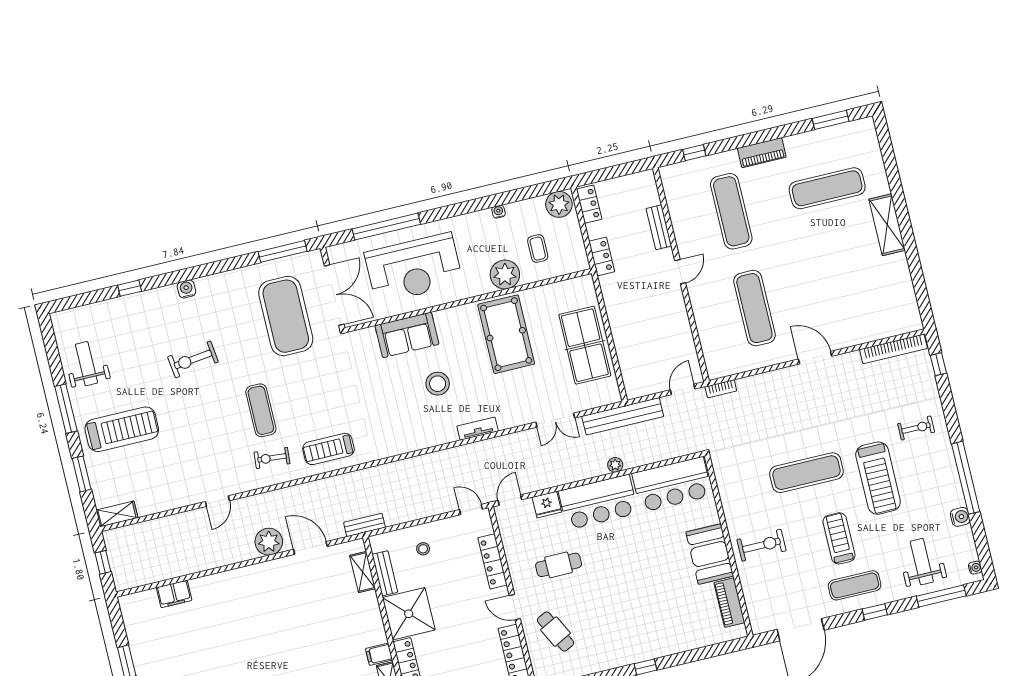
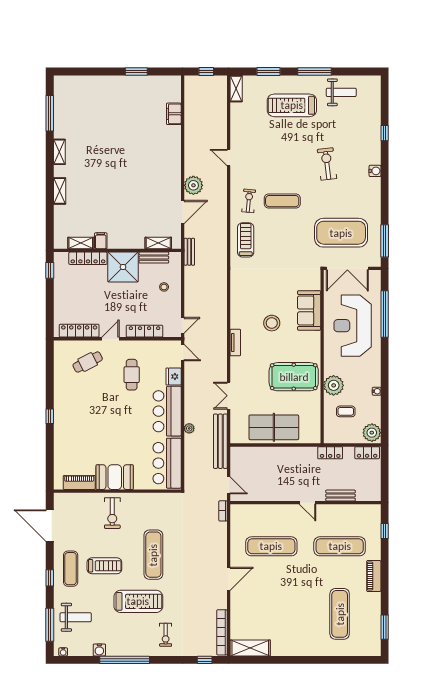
shelving: (887, 225) -> (250, 648), moved
treadmill: (122, 429) -> (292, 105), turned 90
treadmill: (878, 478) -> (138, 601), turned 180

